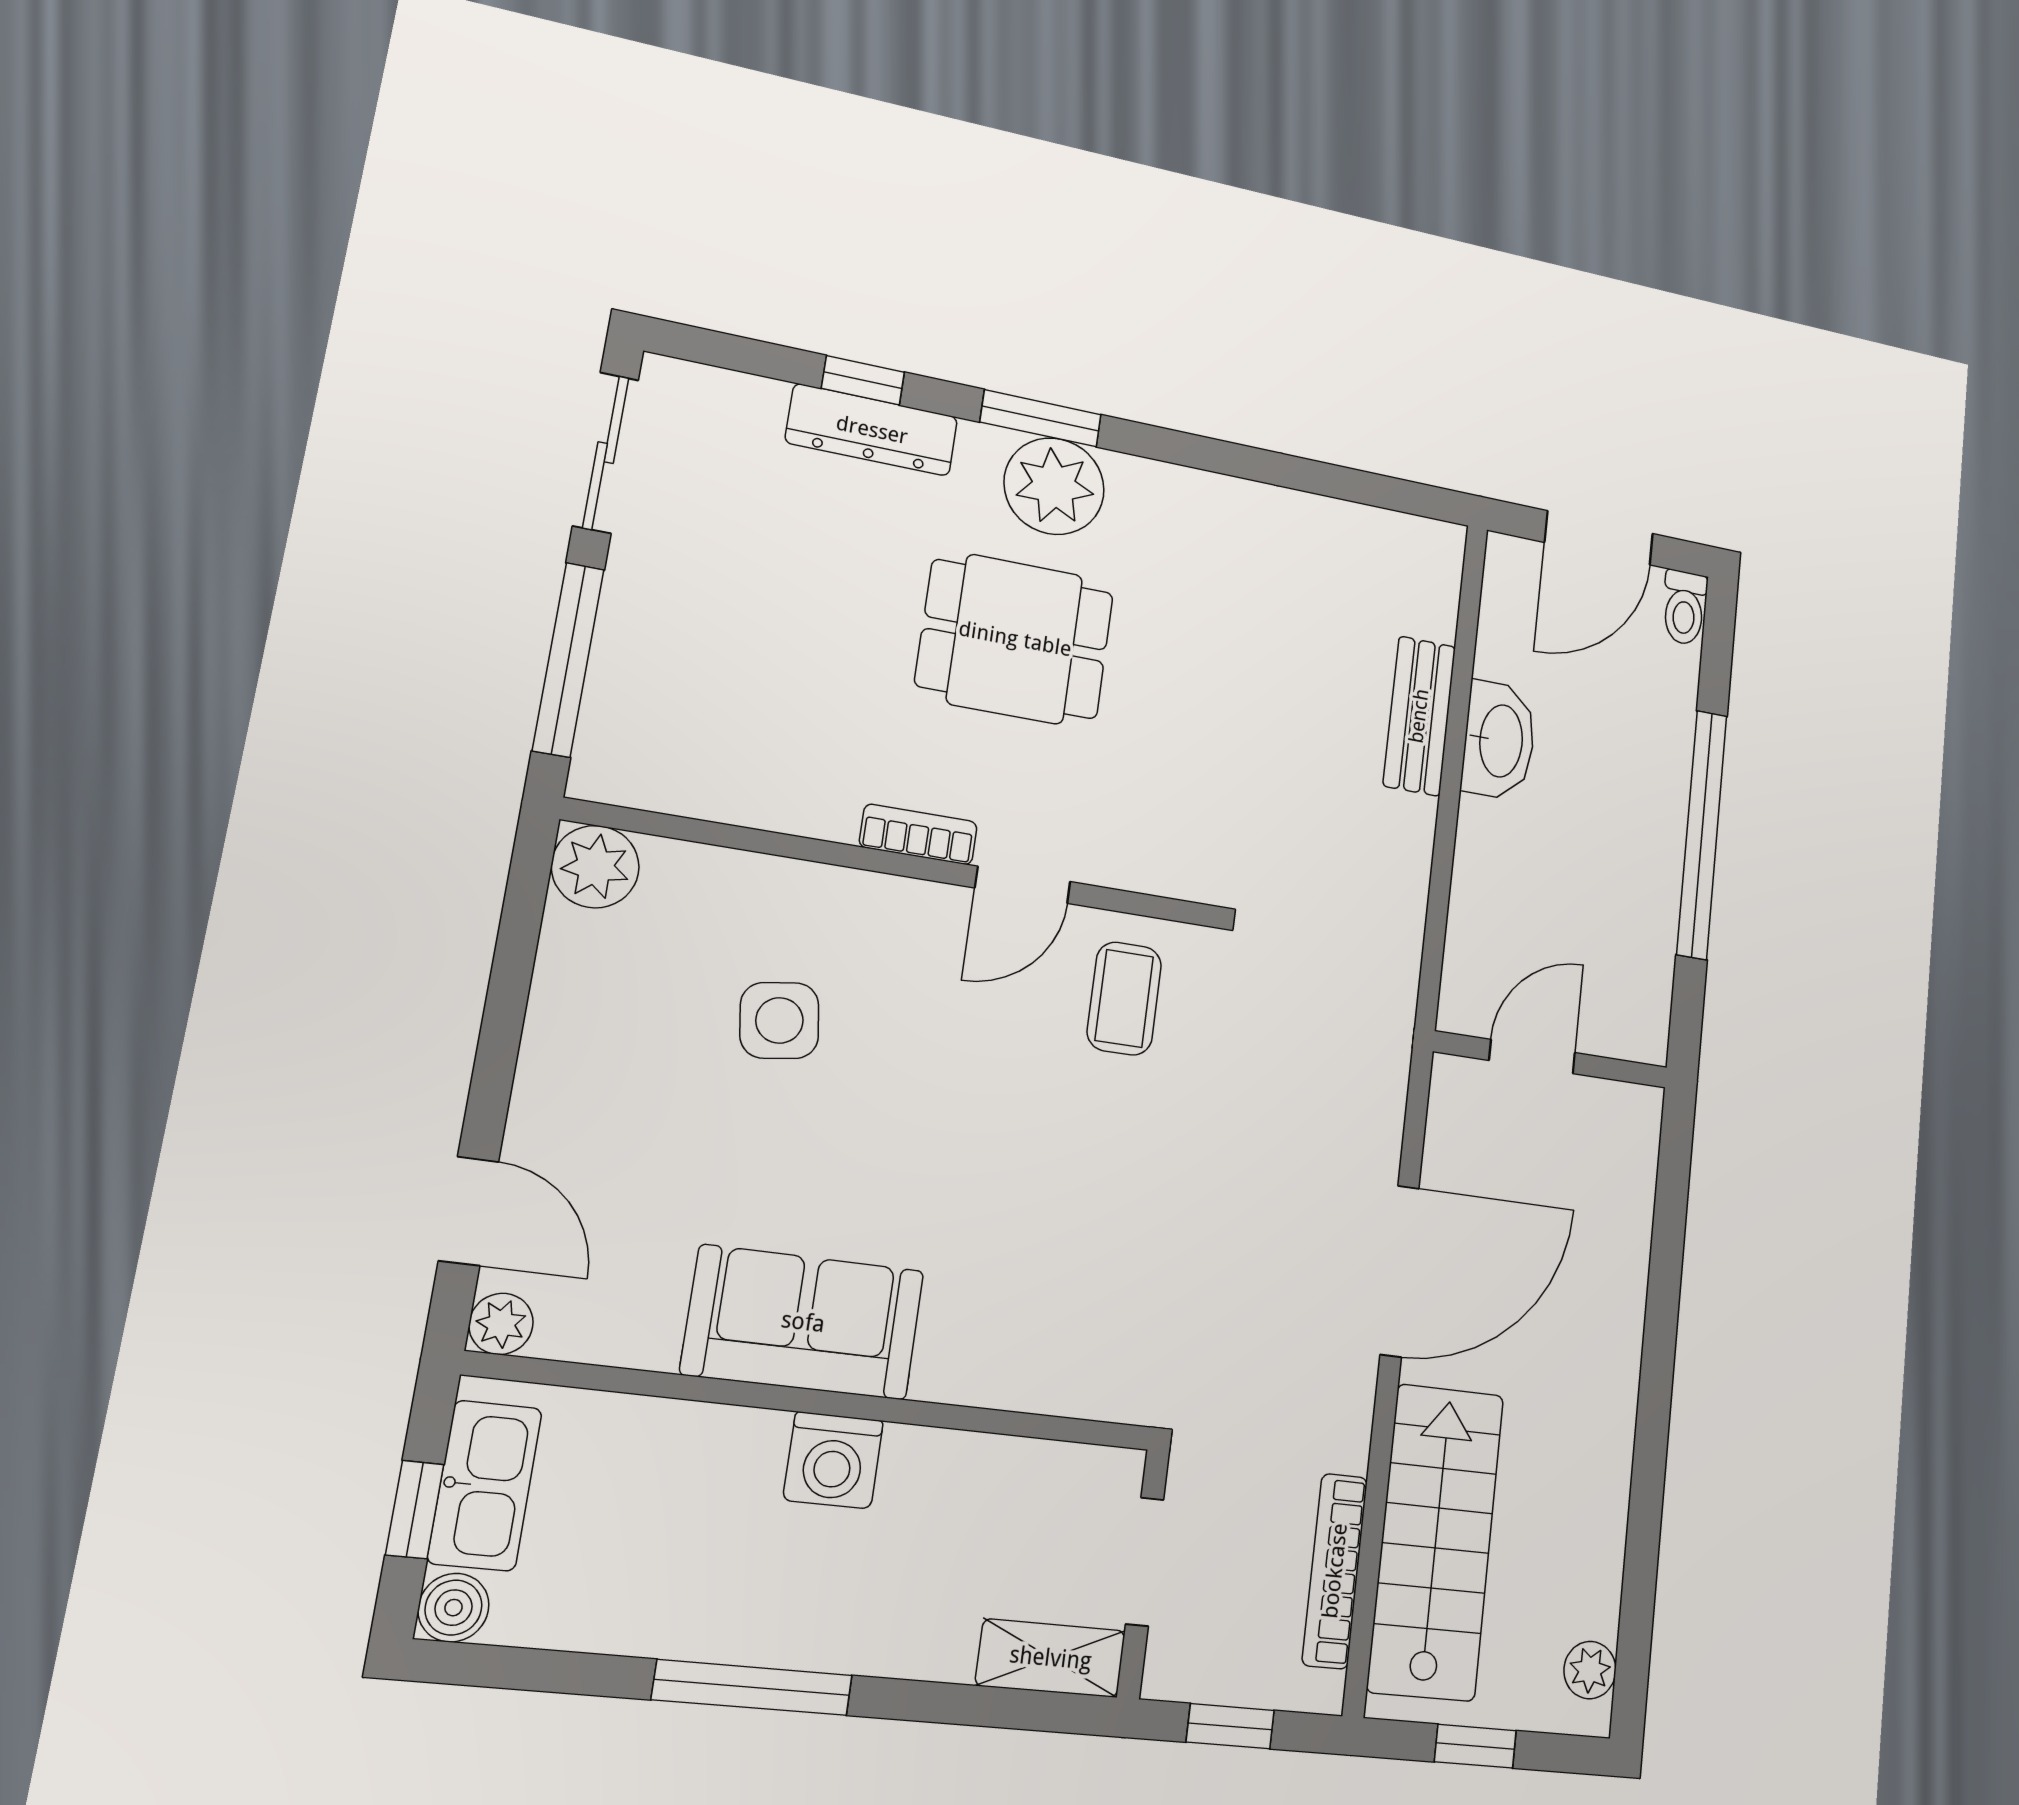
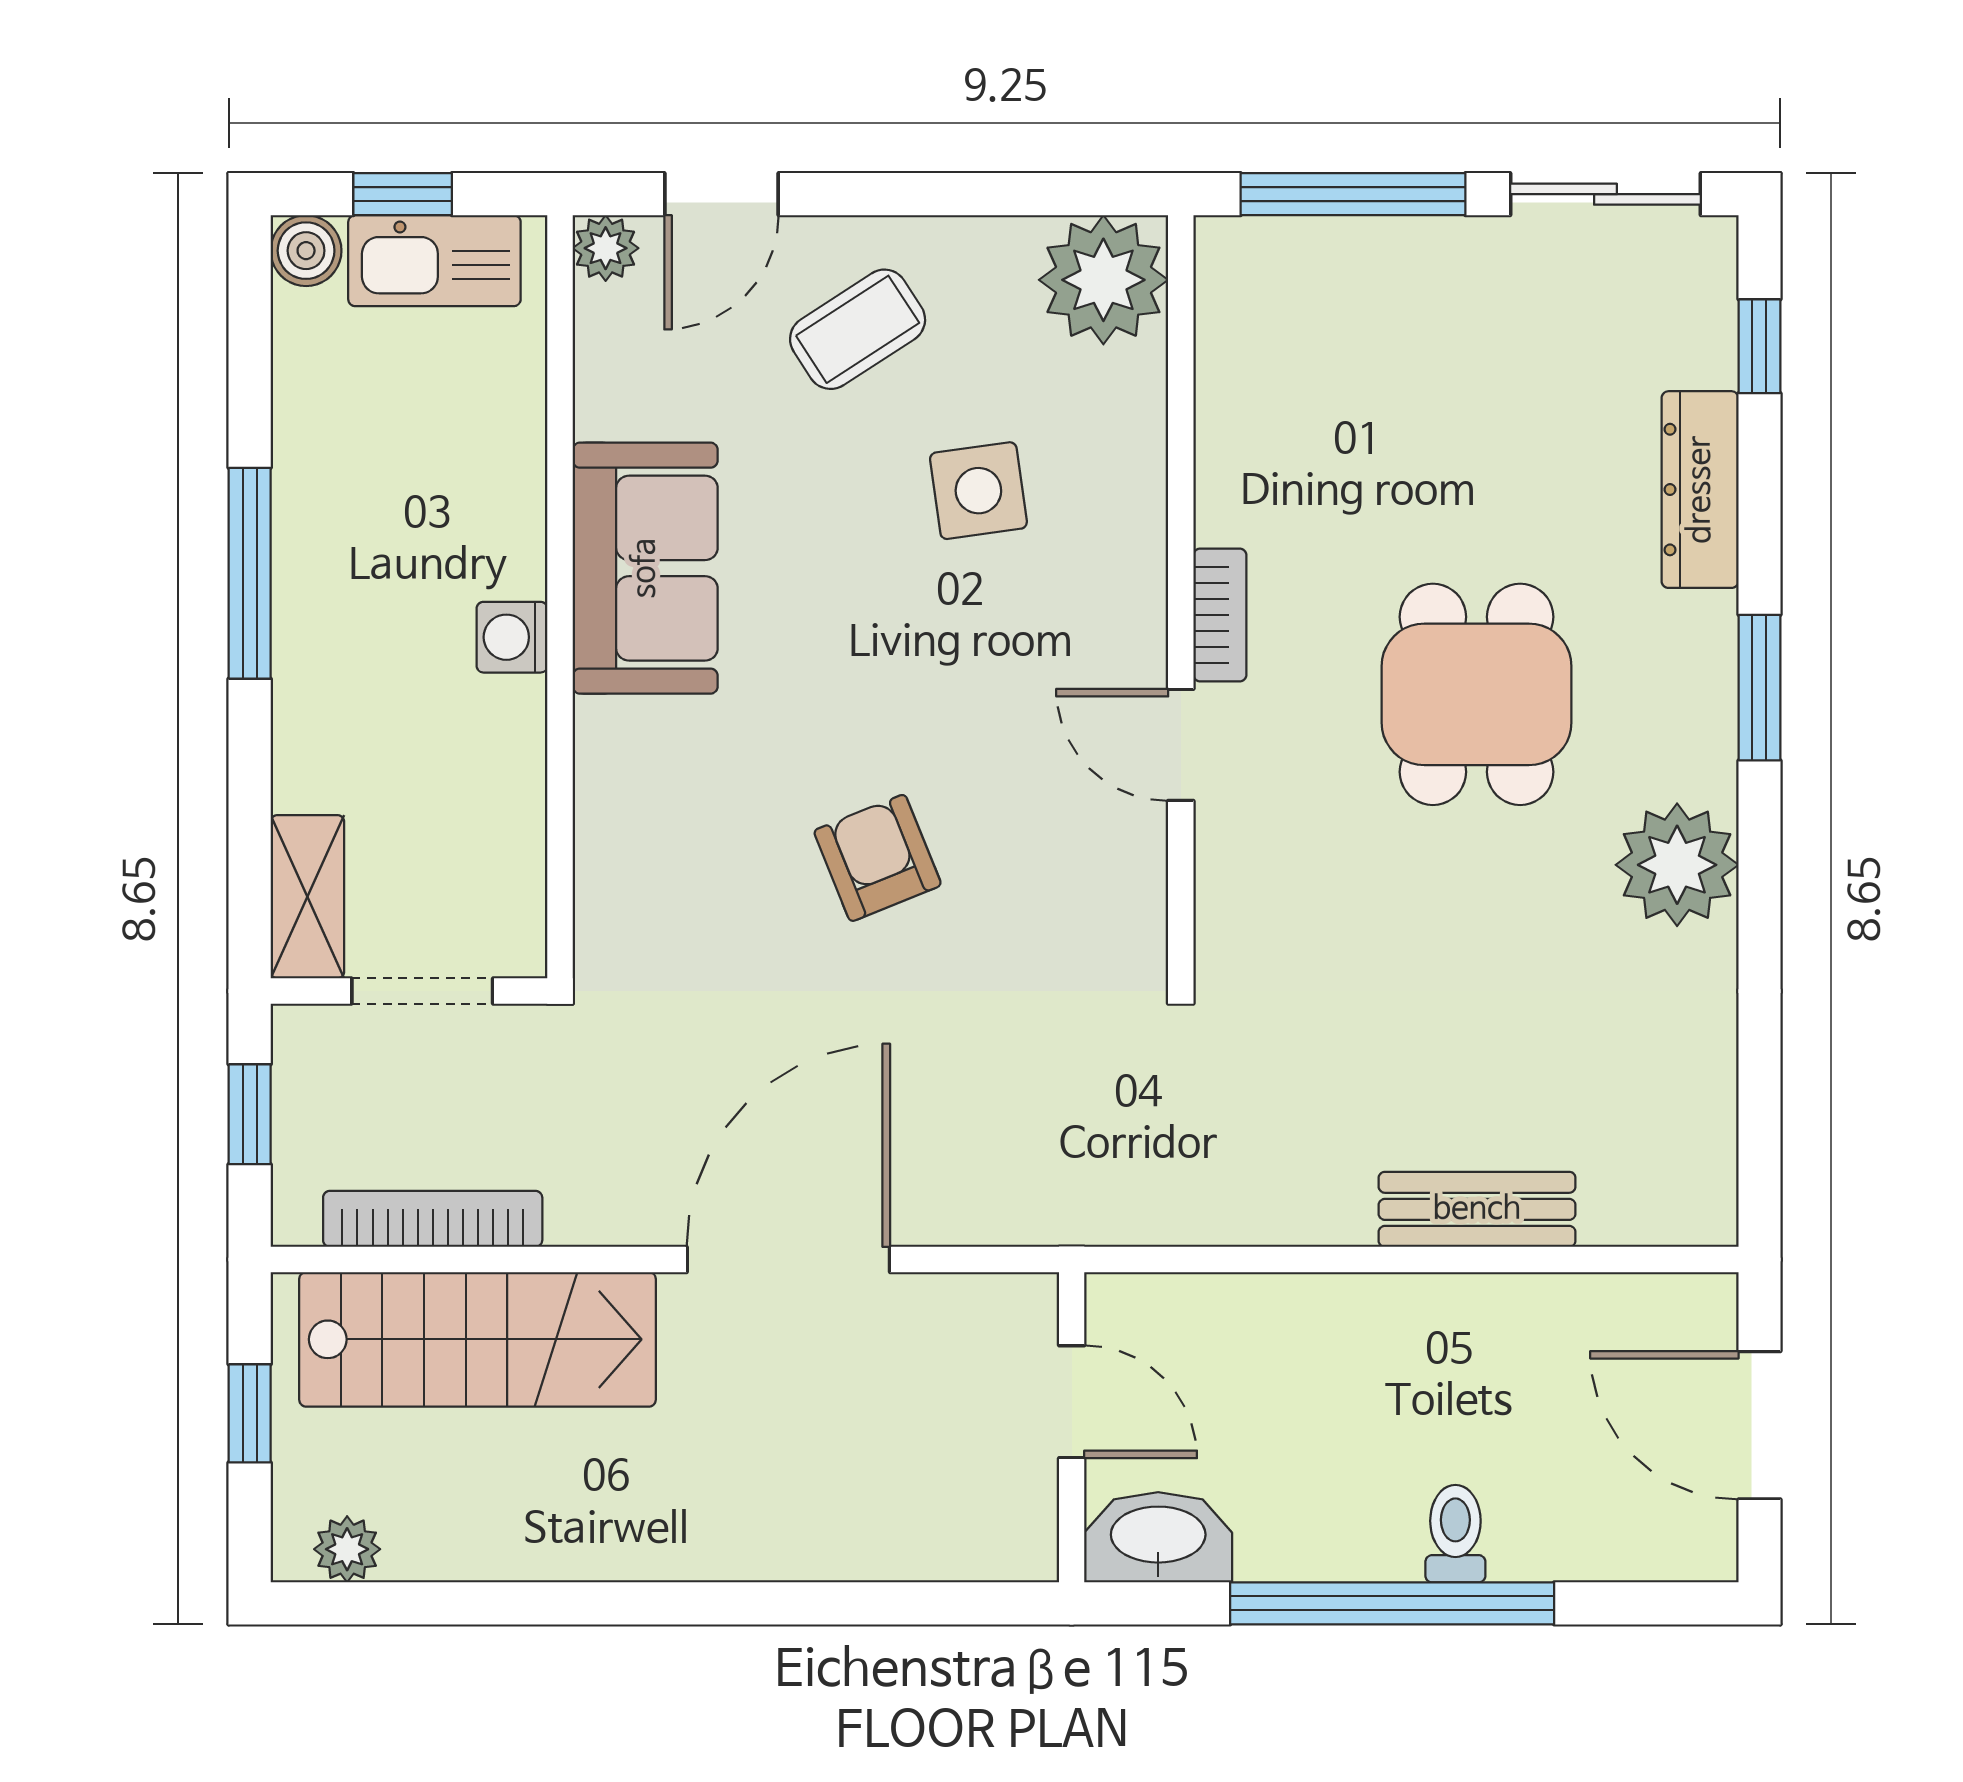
window: (863, 380) -> (1759, 346), moved
plant: (1054, 486) -> (1677, 865), moved
toilet: (1684, 608) -> (1455, 1534), moved, turned 90
washbasin: (1499, 740) -> (1158, 1537), moved, turned 180
plant: (595, 867) -> (1103, 280), width x1.36, depth x1.36
coffee table: (1124, 999) -> (858, 329), moved, turned -33
armchair: (1083, 1152) -> (878, 858), added
door: (1400, 1271) -> (788, 1260), swing flipped
washing machine: (833, 1460) -> (512, 637), width x0.73, depth x0.73

